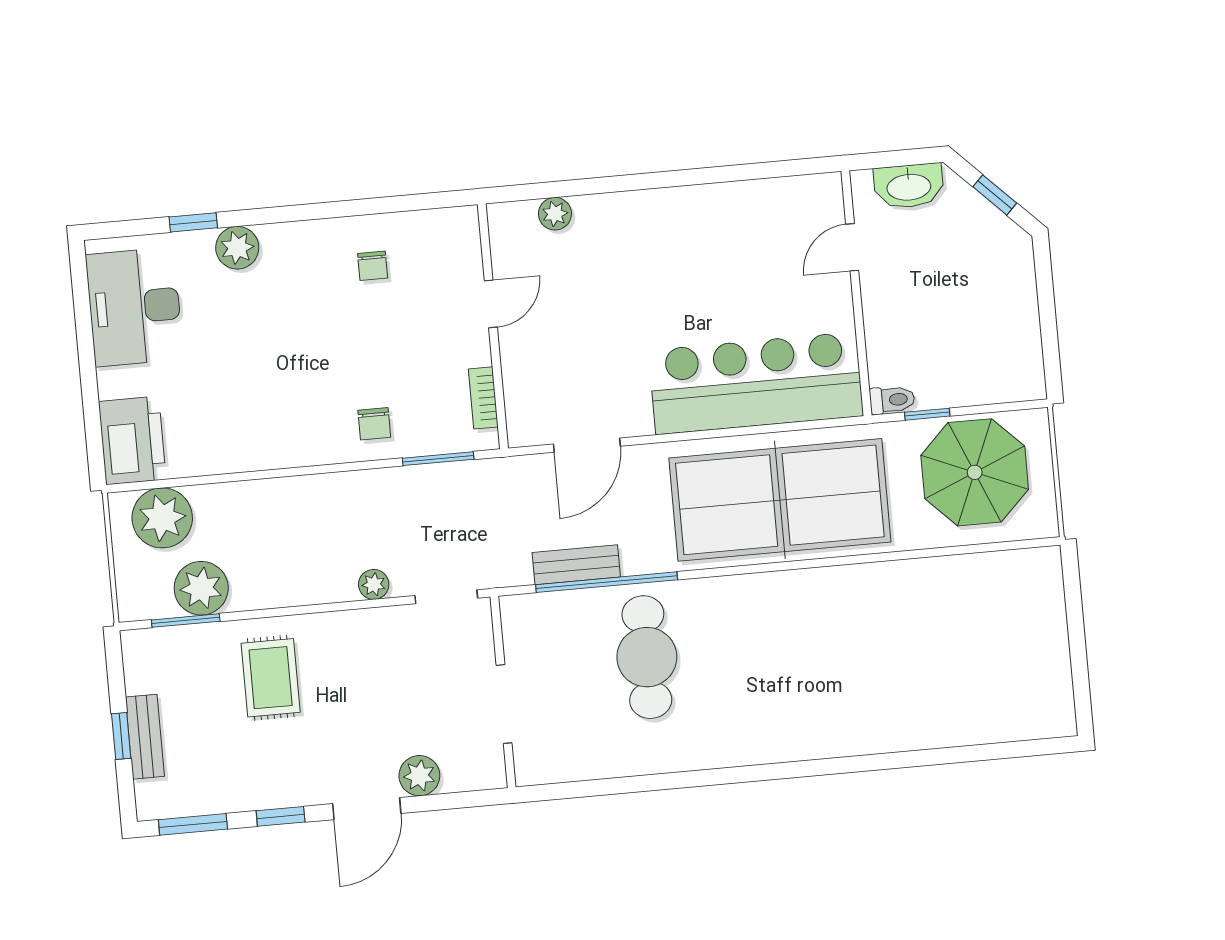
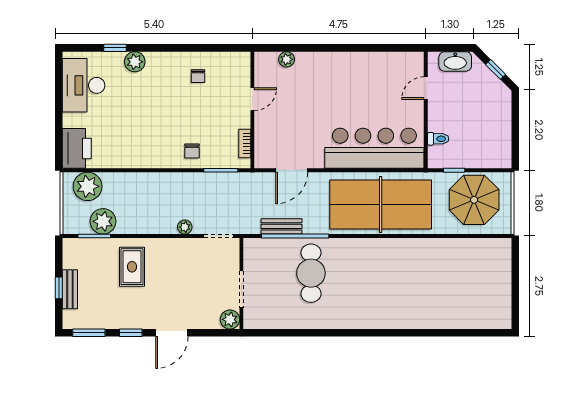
toilet: (892, 400) -> (438, 139), moved
plant: (419, 776) -> (230, 319), moved

